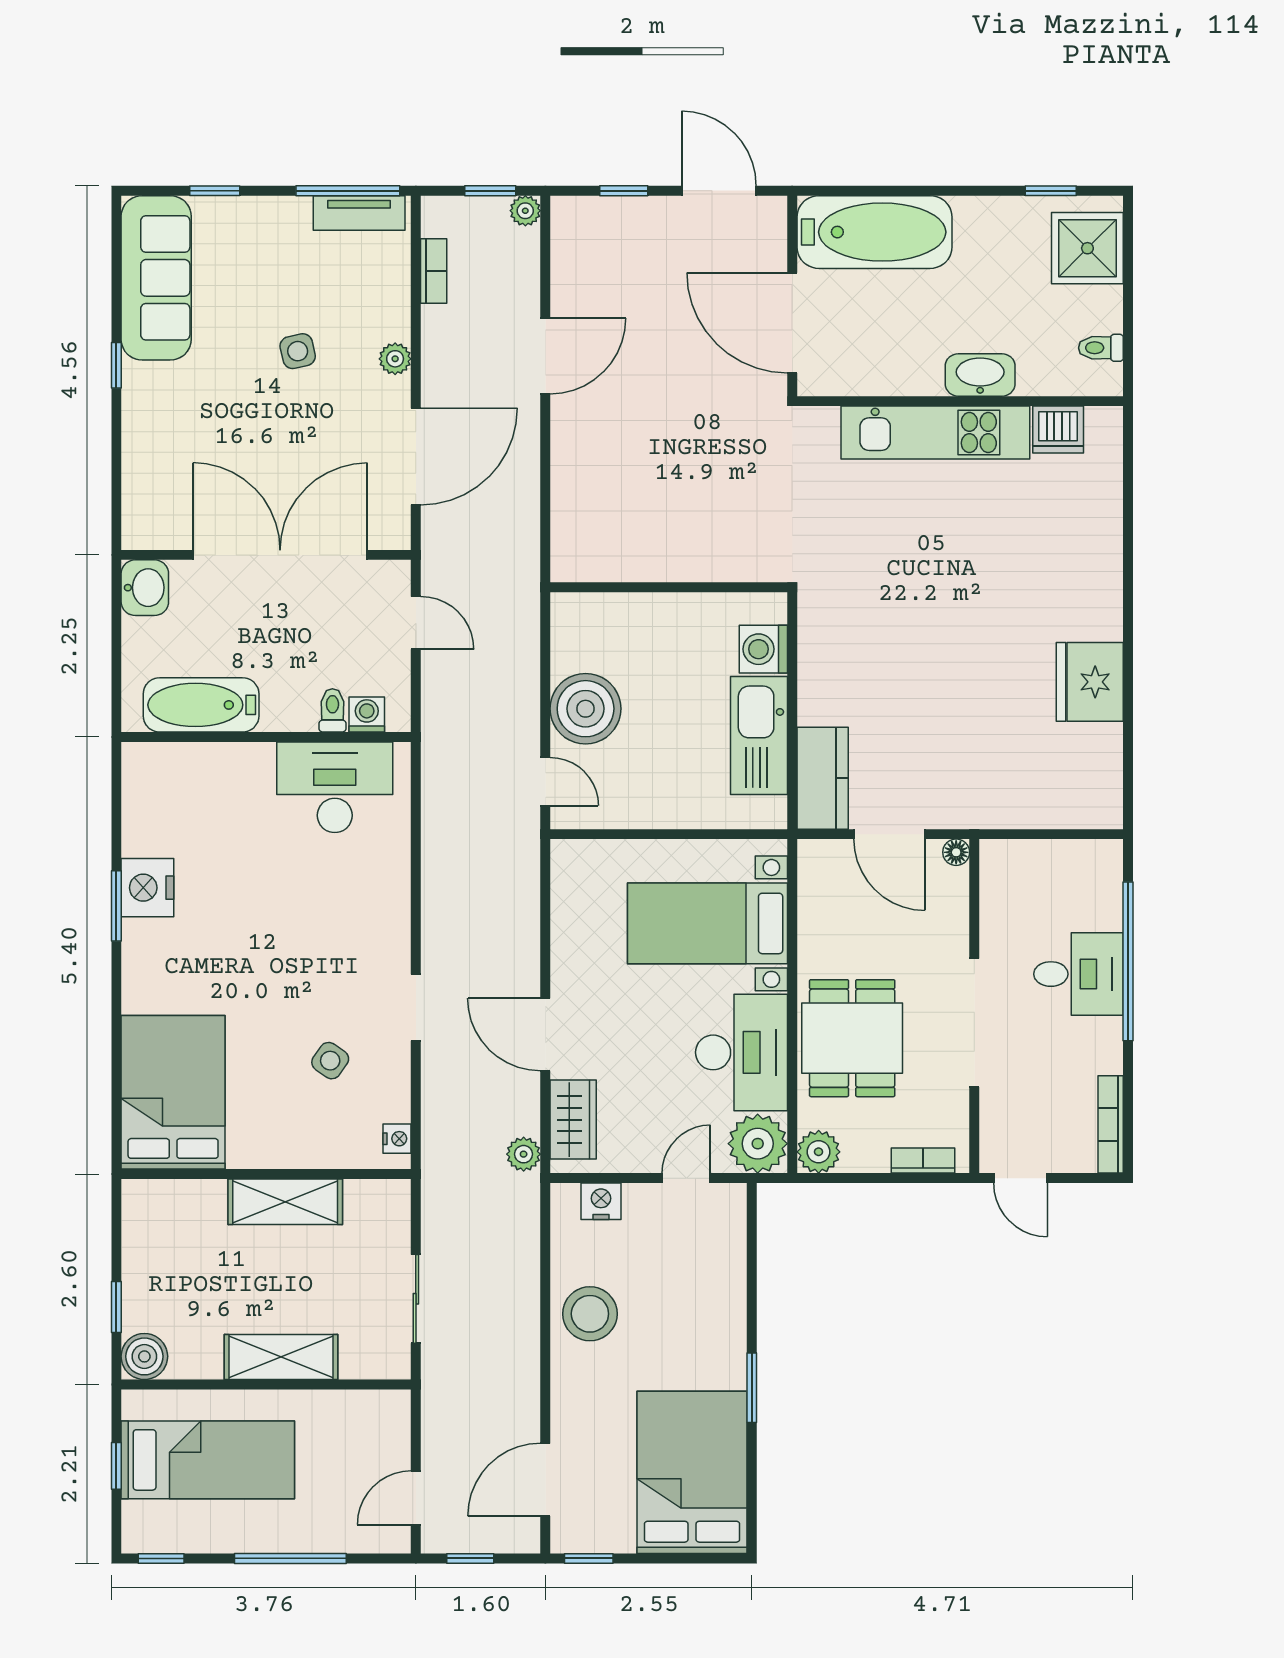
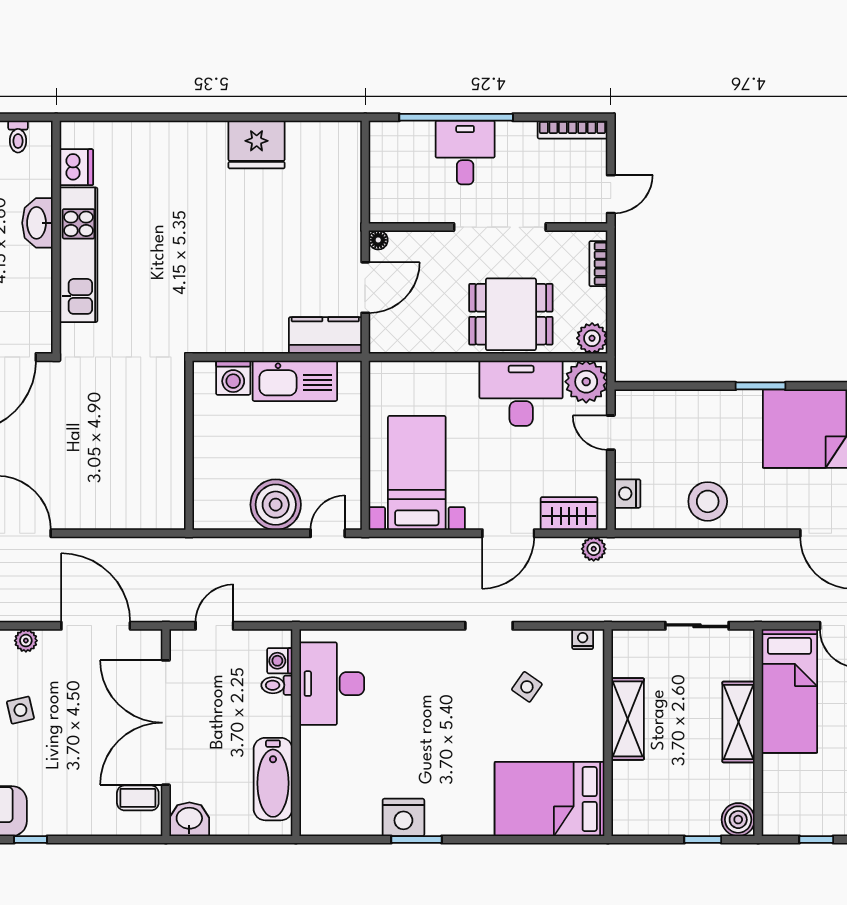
coffee table: (175, 516) -> (138, 798), added
bed with nightstands: (708, 923) -> (417, 473), moved, turned 180
bed: (208, 1460) -> (789, 691), moved, turned 180

